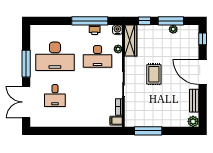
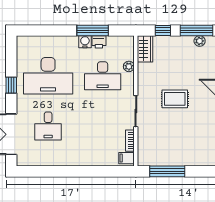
window: (90, 21) -> (93, 30), width x0.68
water cooler: (117, 30) -> (85, 42), moved
wardrobe: (131, 40) -> (145, 49), width x0.67
window: (26, 64) -> (11, 85), width x0.46
rug: (154, 74) -> (175, 99), turned 90

